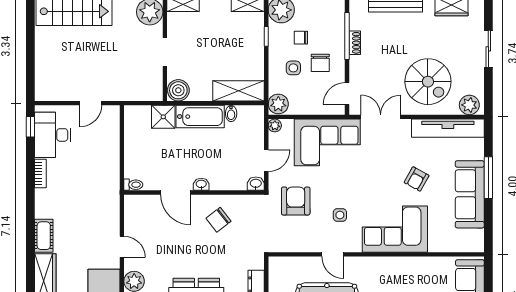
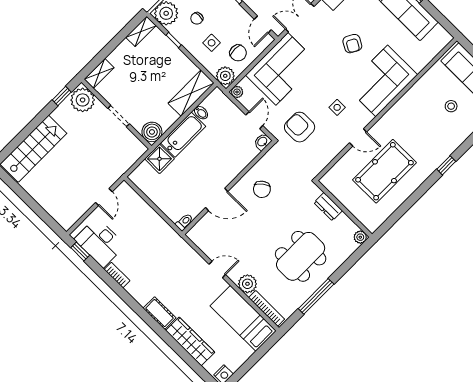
chair: (320, 63) -> (238, 53), moved
armchair: (417, 179) -> (352, 44), moved
washbasin: (201, 184) -> (228, 178), removed

